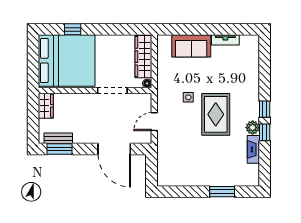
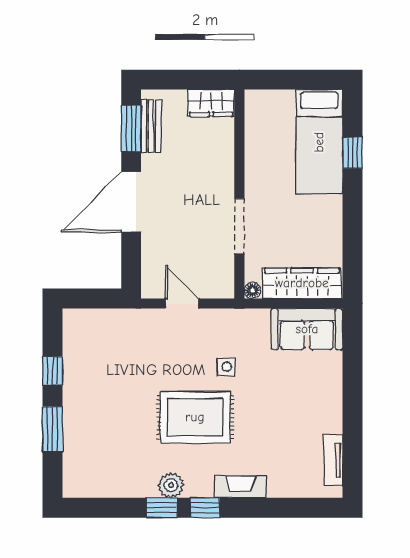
tv unit: (225, 40) -> (333, 460), moved
sofa: (191, 46) -> (307, 329), moved, turned -90
bed: (67, 61) -> (319, 142), width x0.49
door: (114, 149) -> (131, 202), moved
fireplace: (253, 149) -> (241, 487), moved
window: (191, 192) -> (52, 371), added

